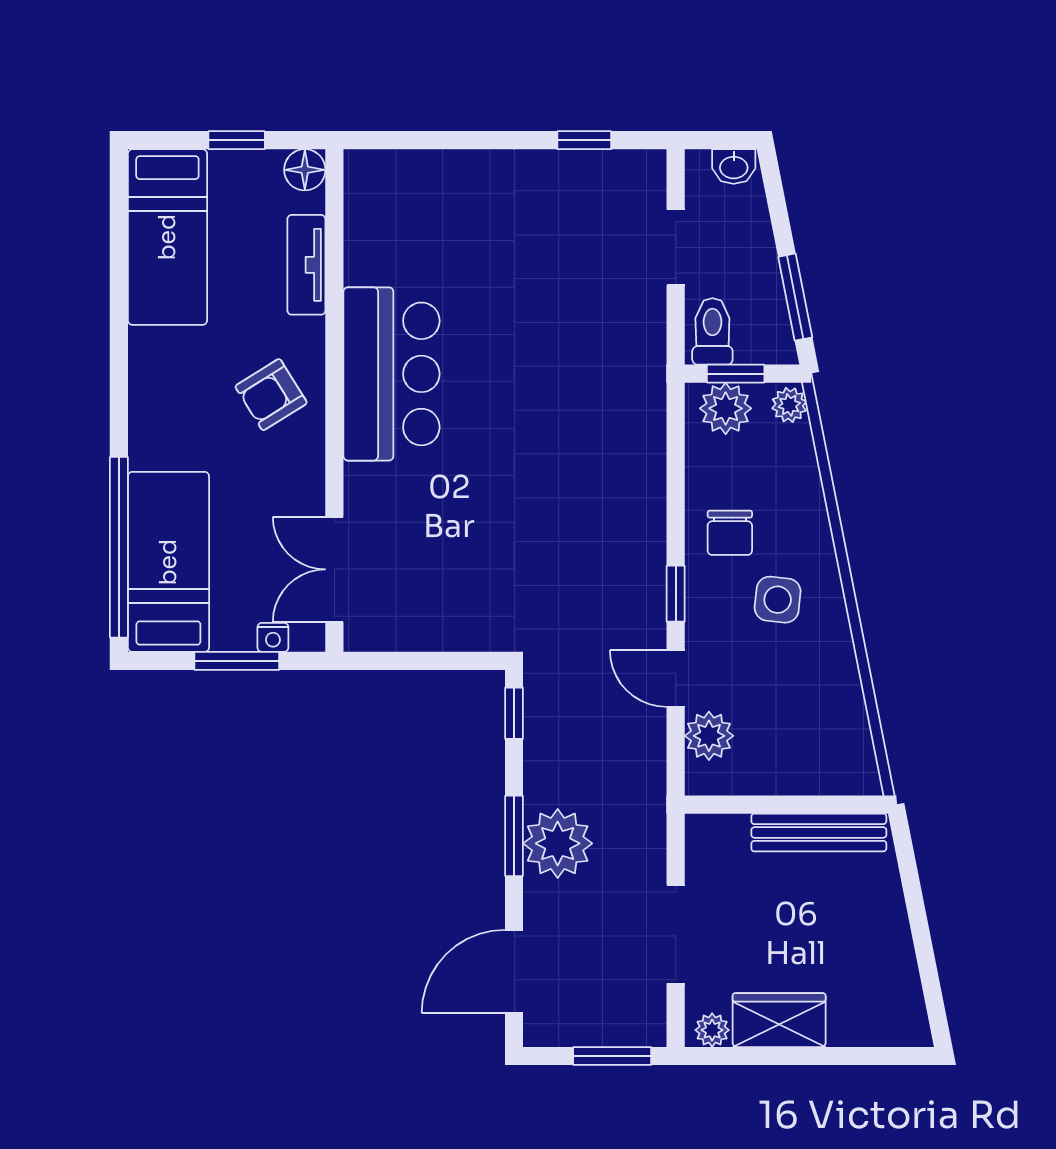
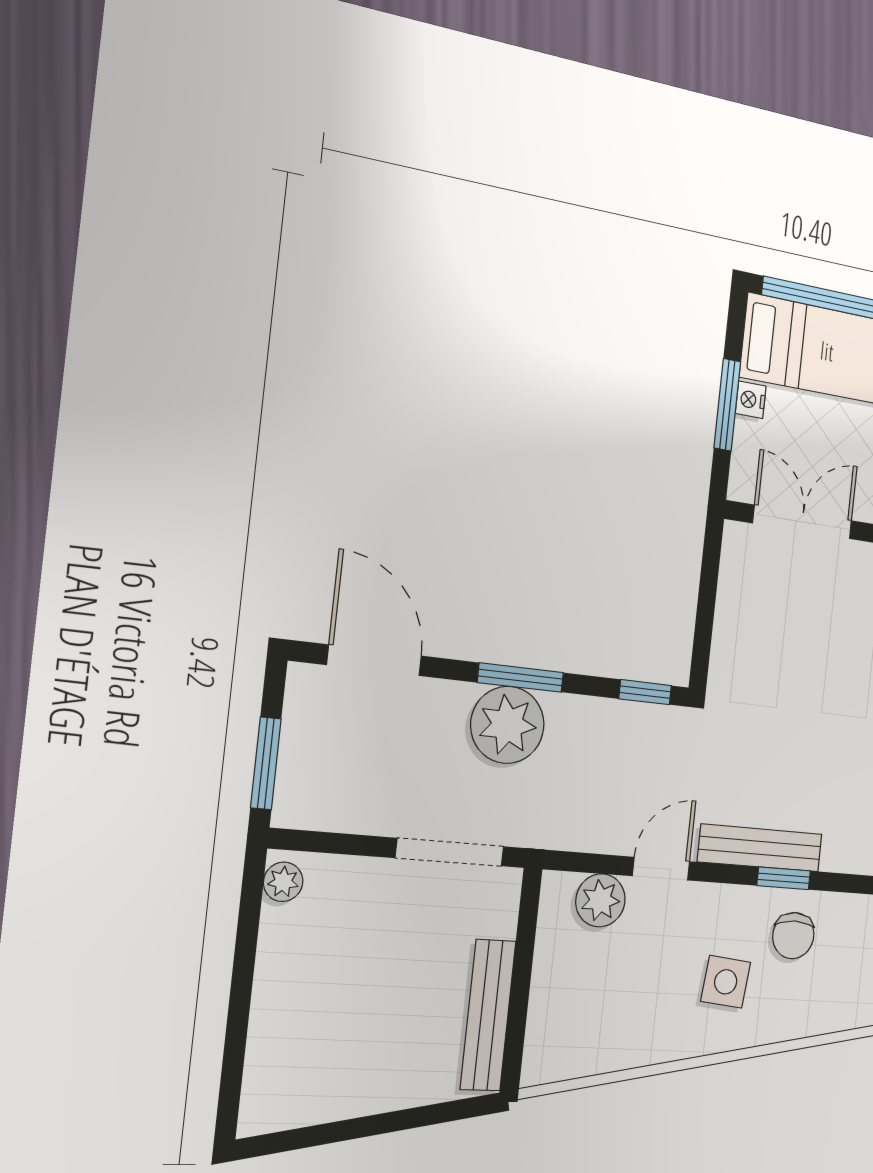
chair: (730, 533) -> (793, 936), turned -90
bench: (649, 578) -> (760, 848), added
window: (676, 594) -> (784, 878), moved
nightstand: (273, 637) -> (751, 400), moved
doorway: (676, 934) -> (450, 852), moved
wardrobe: (779, 1020) -> (286, 960), removed

